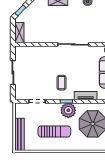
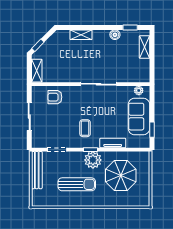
armchair: (35, 56) -> (55, 97), added
bench: (19, 134) -> (37, 170), moved

